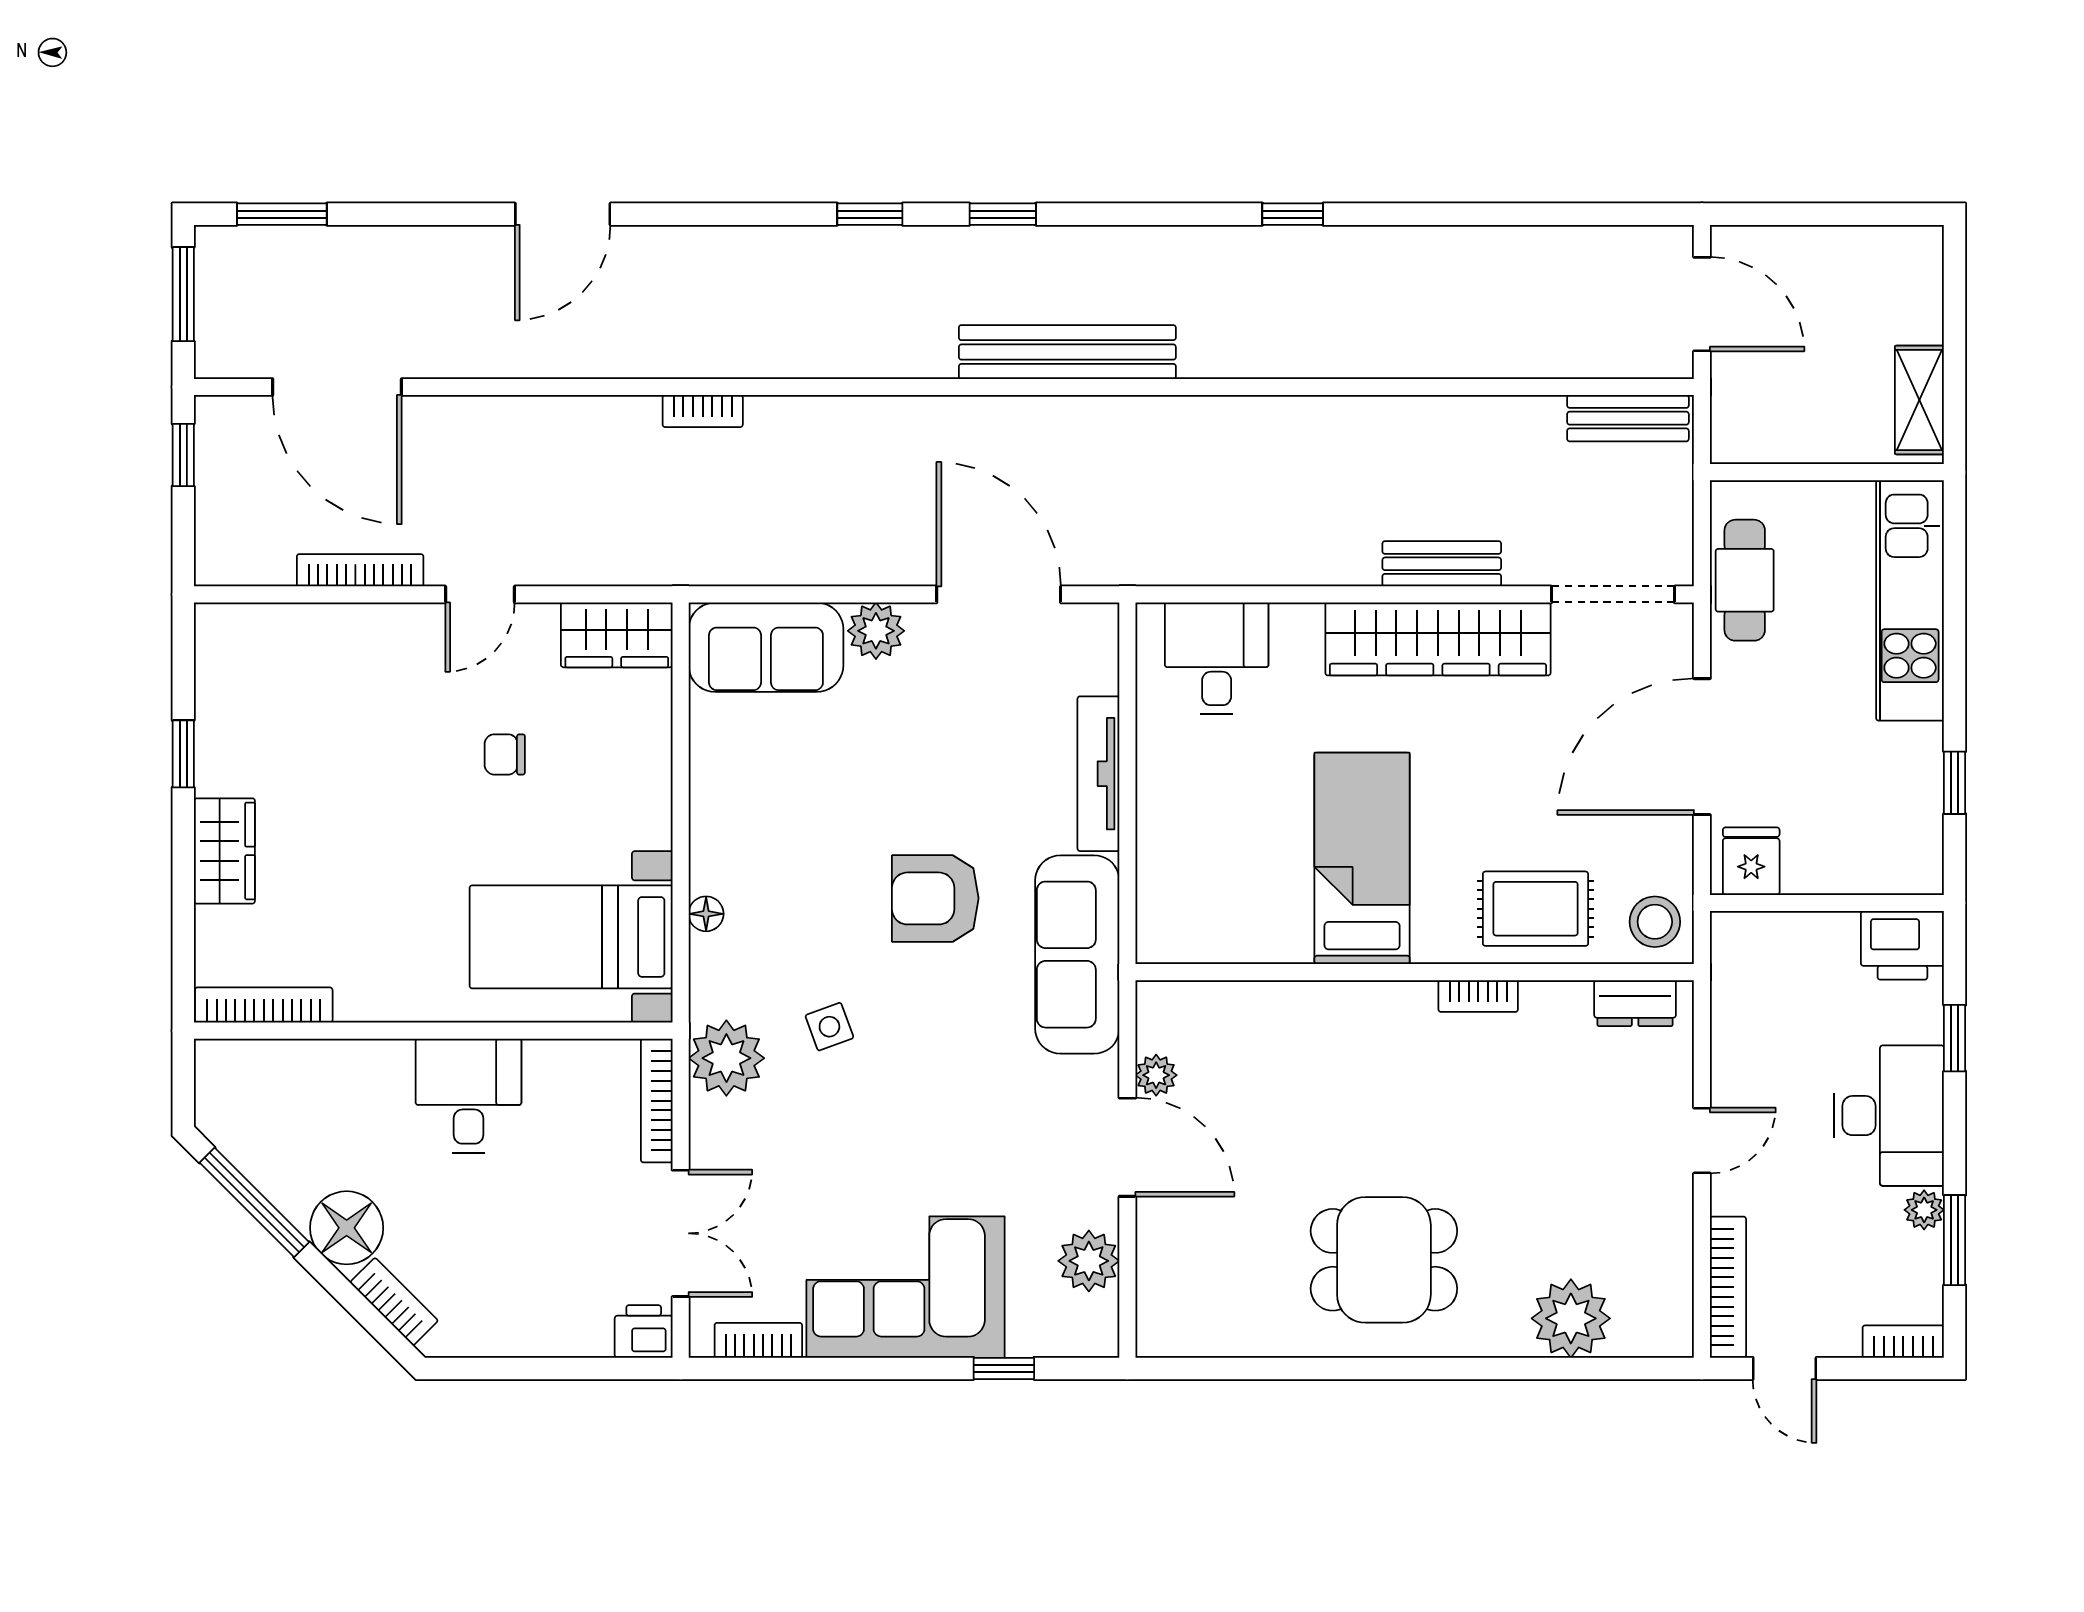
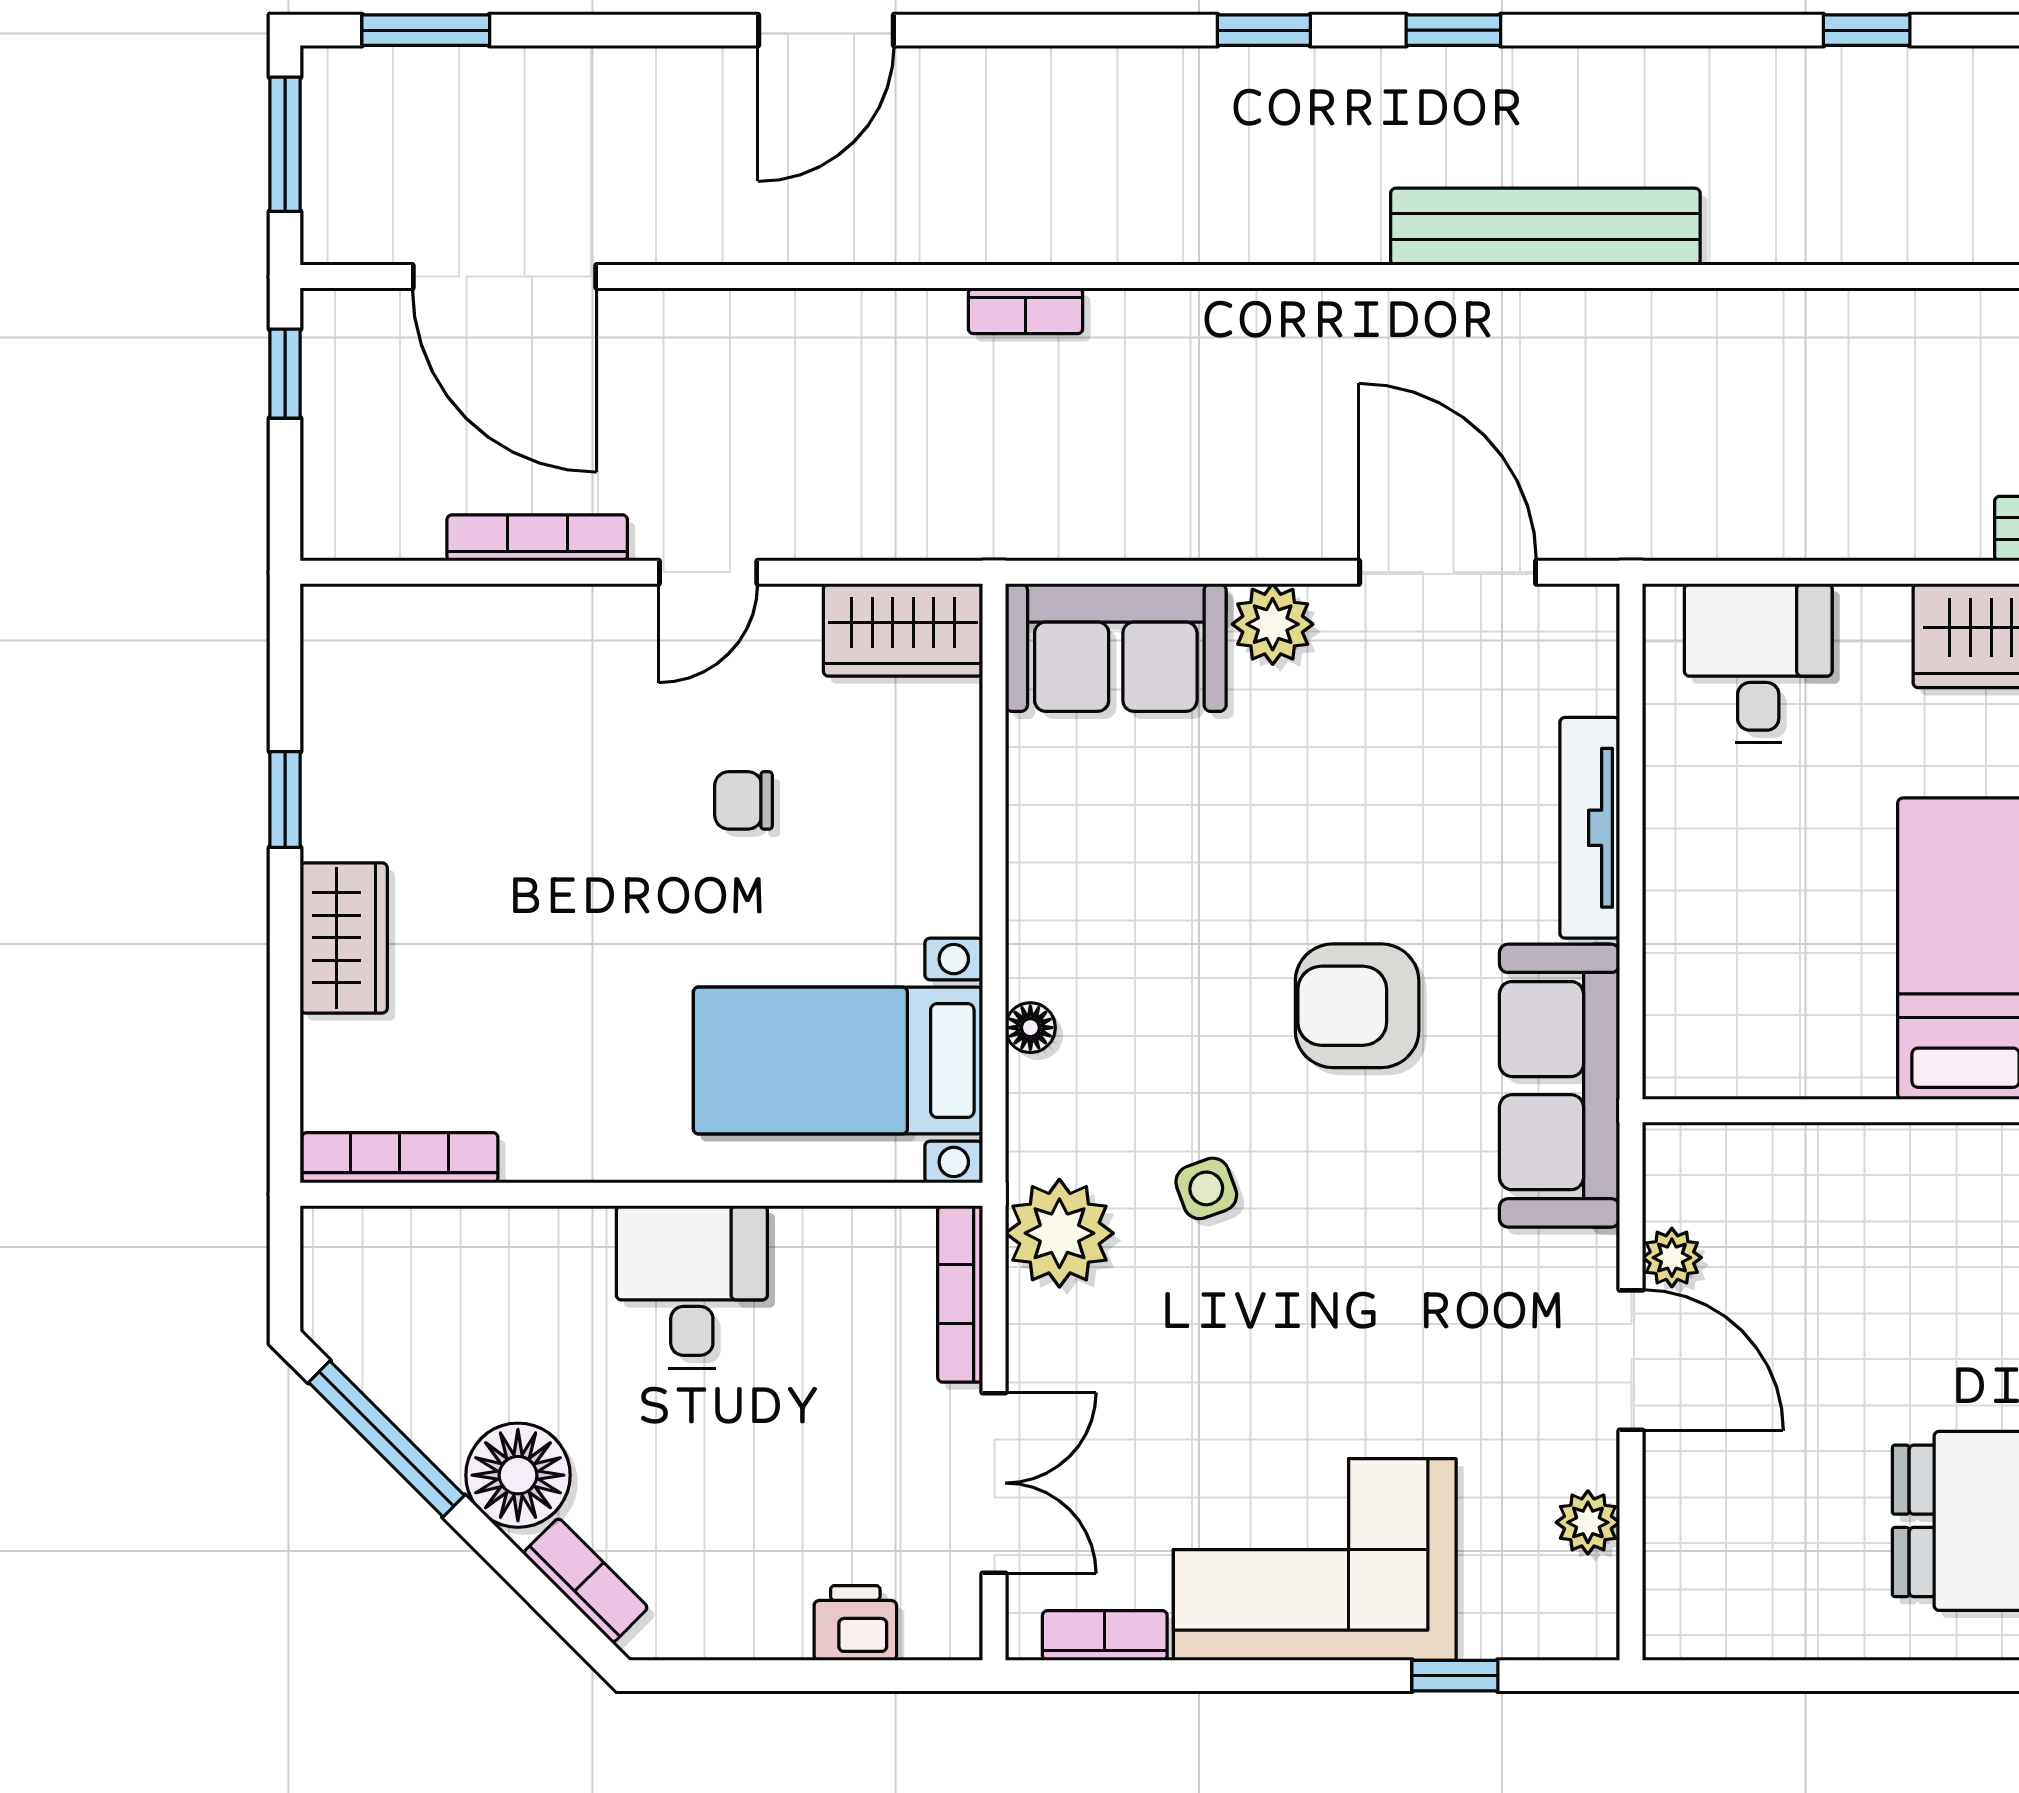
plant: (1089, 1261) -> (1588, 1522), width x0.73, depth x0.73
printer: (644, 1331) -> (855, 1623), moved

